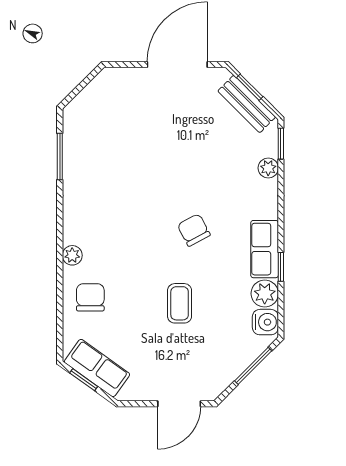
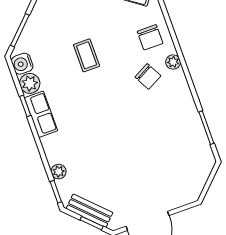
chair: (194, 230) -> (148, 76), moved

